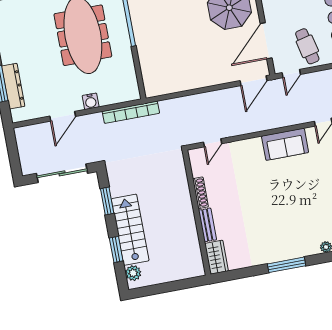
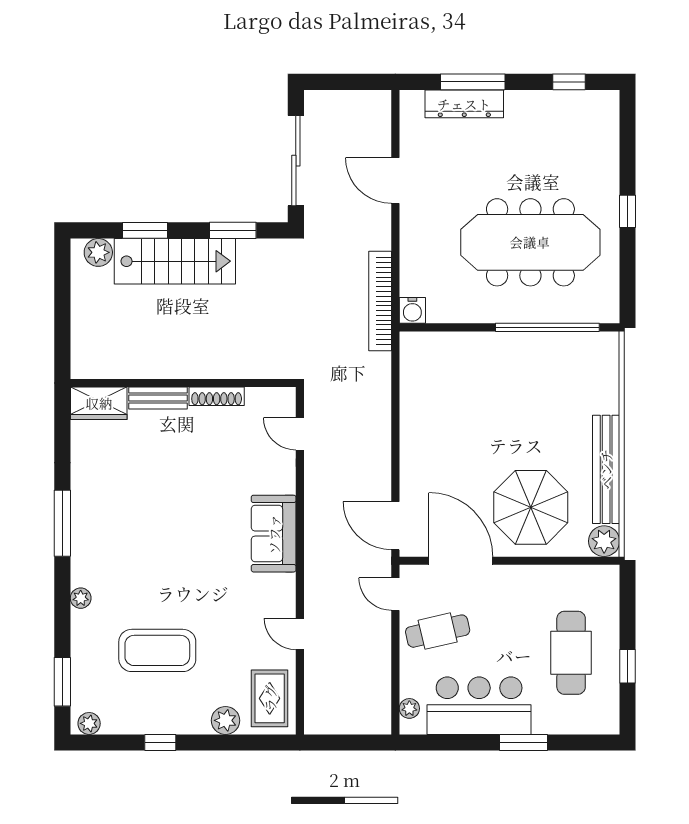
water cooler: (91, 101) -> (412, 310), moved, turned -90
sofa: (285, 144) -> (274, 534), moved

